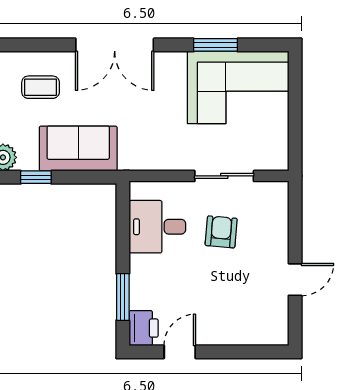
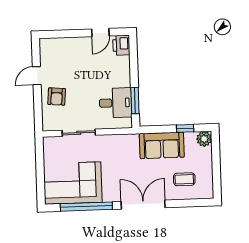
window: (216, 45) -> (86, 207), width x2.11
armchair: (221, 232) -> (57, 97), moved
window: (123, 297) -> (135, 100), moved

